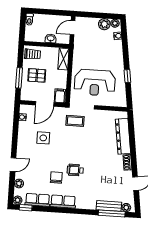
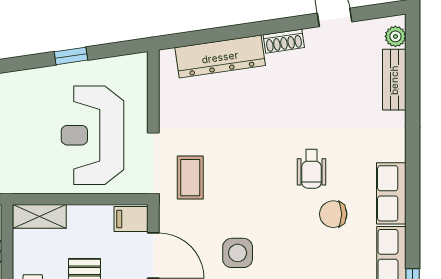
reception desk: (95, 83) -> (92, 135), turned 180
window: (112, 214) -> (413, 71), removed

